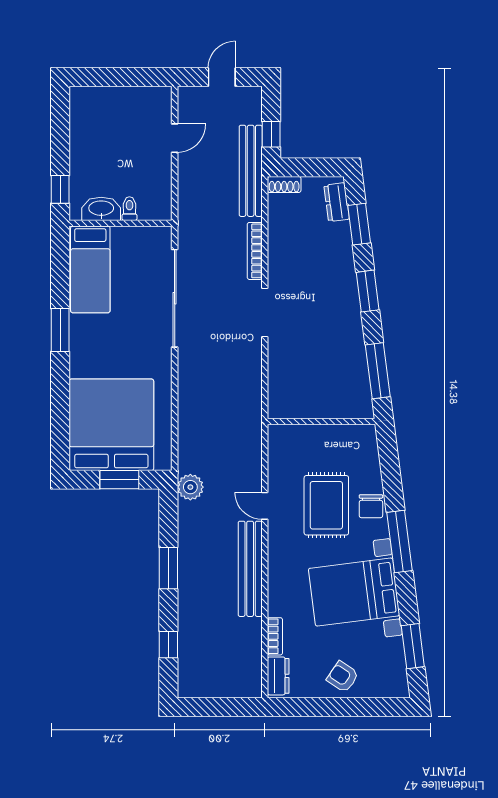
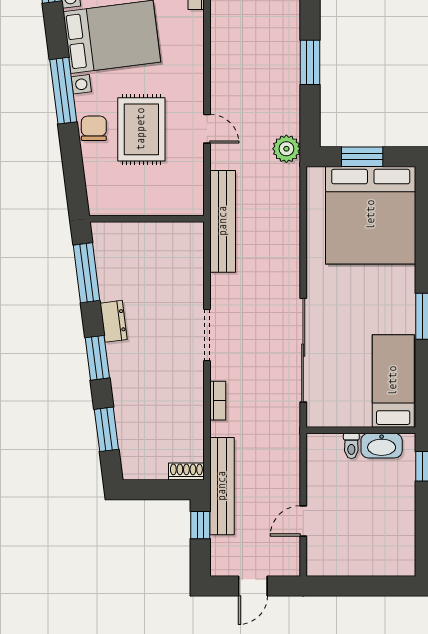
dresser: (337, 202) -> (114, 321), moved
bookcase: (255, 251) -> (218, 401), width x0.64
bench: (250, 569) -> (223, 221), moved

